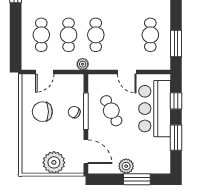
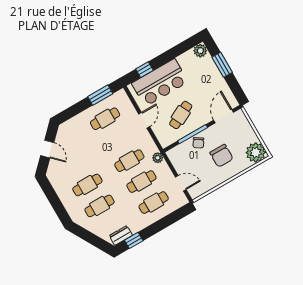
chair: (42, 112) -> (222, 156), moved
window: (176, 138) -> (173, 53), removed
plant: (54, 162) -> (256, 152), moved
plant: (126, 166) -> (200, 51), moved

